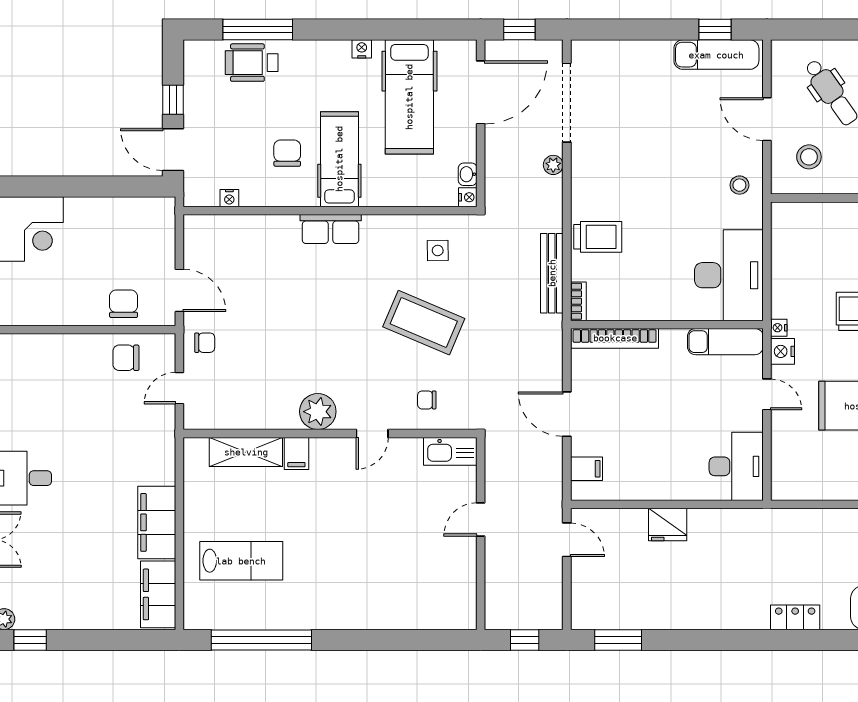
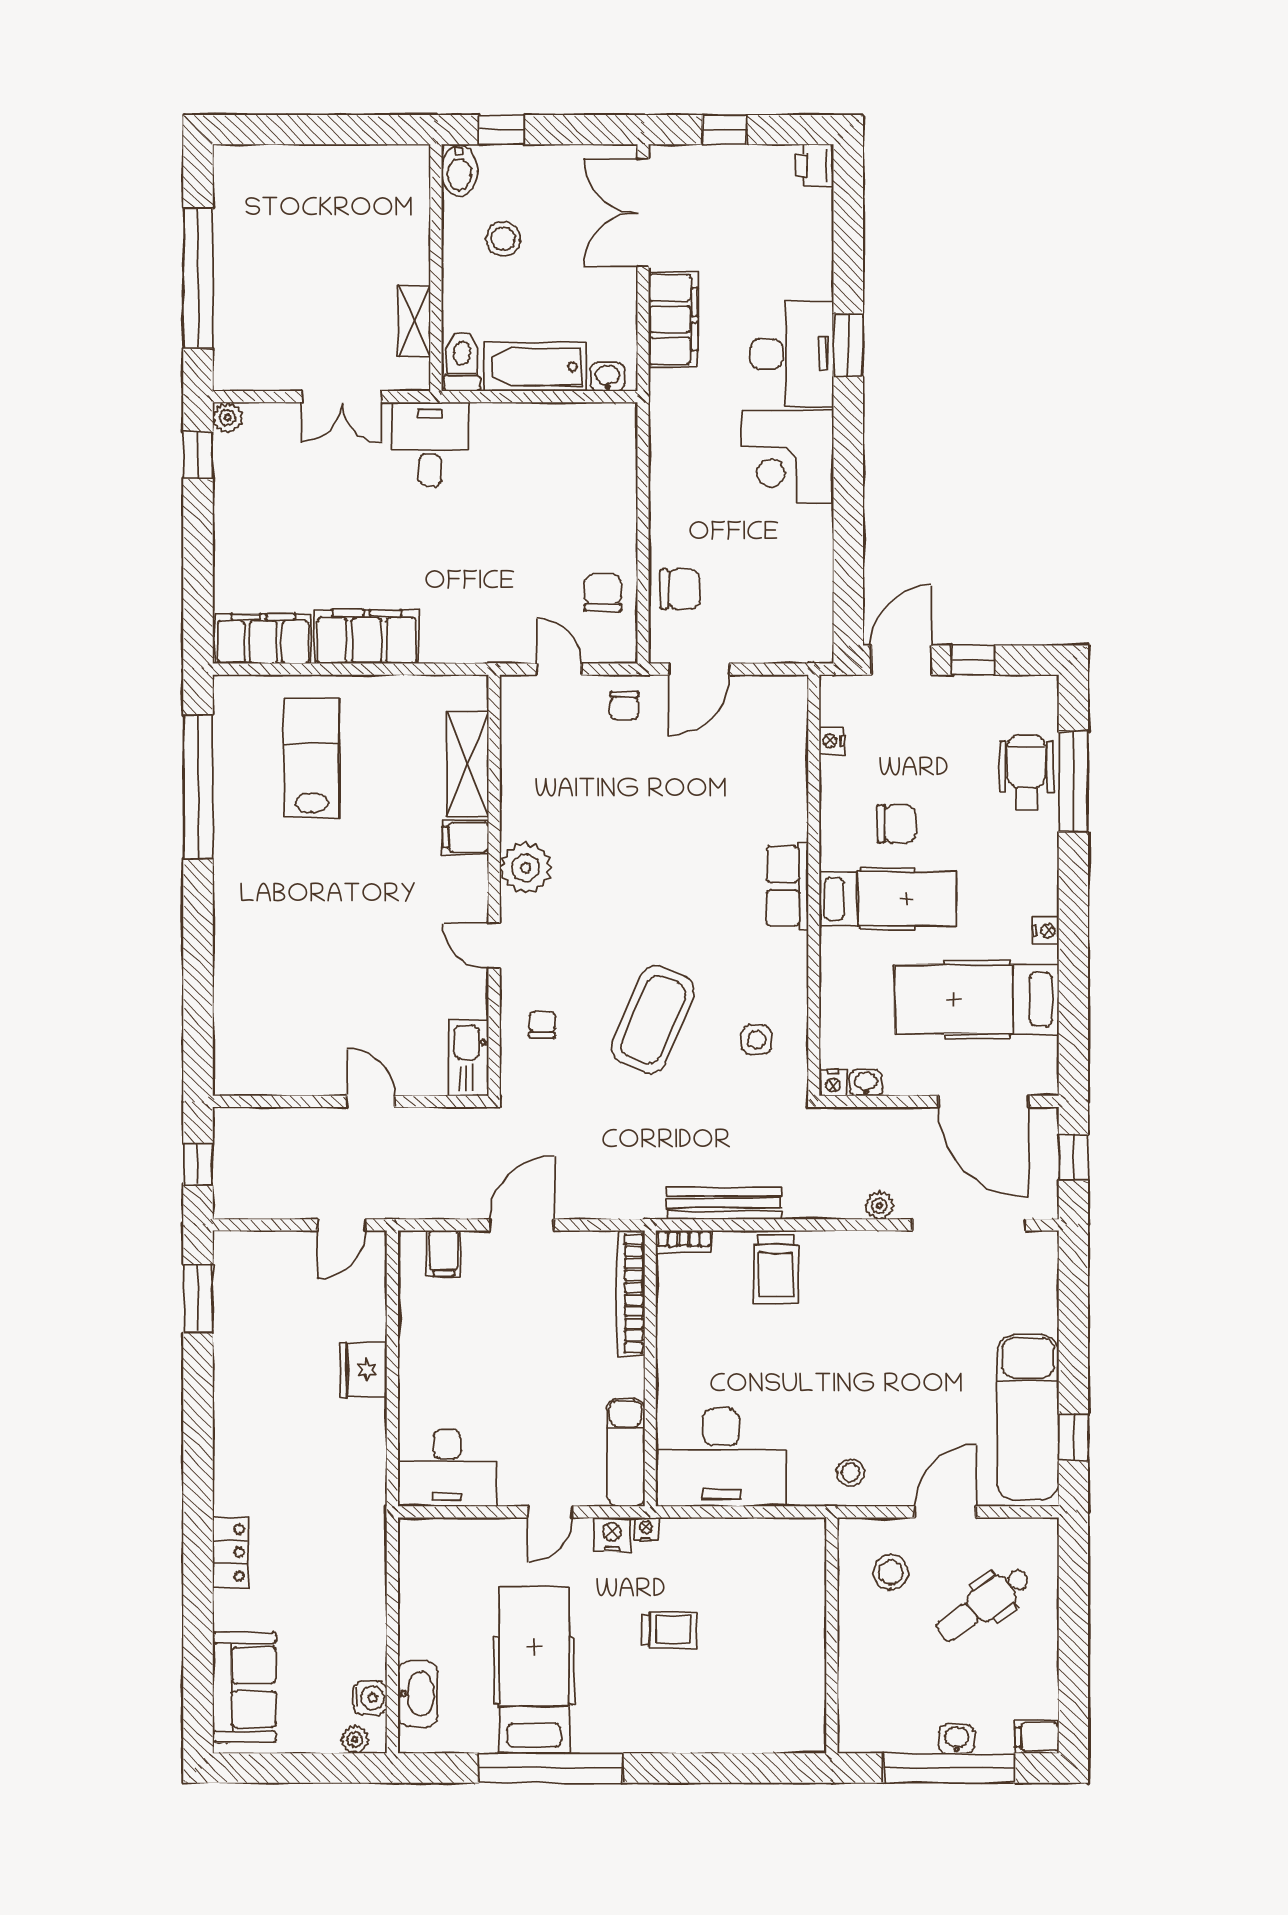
exam couch: (716, 55) -> (1028, 1418), width x1.36, depth x1.45
lab bench: (241, 561) -> (312, 758), turned 180

